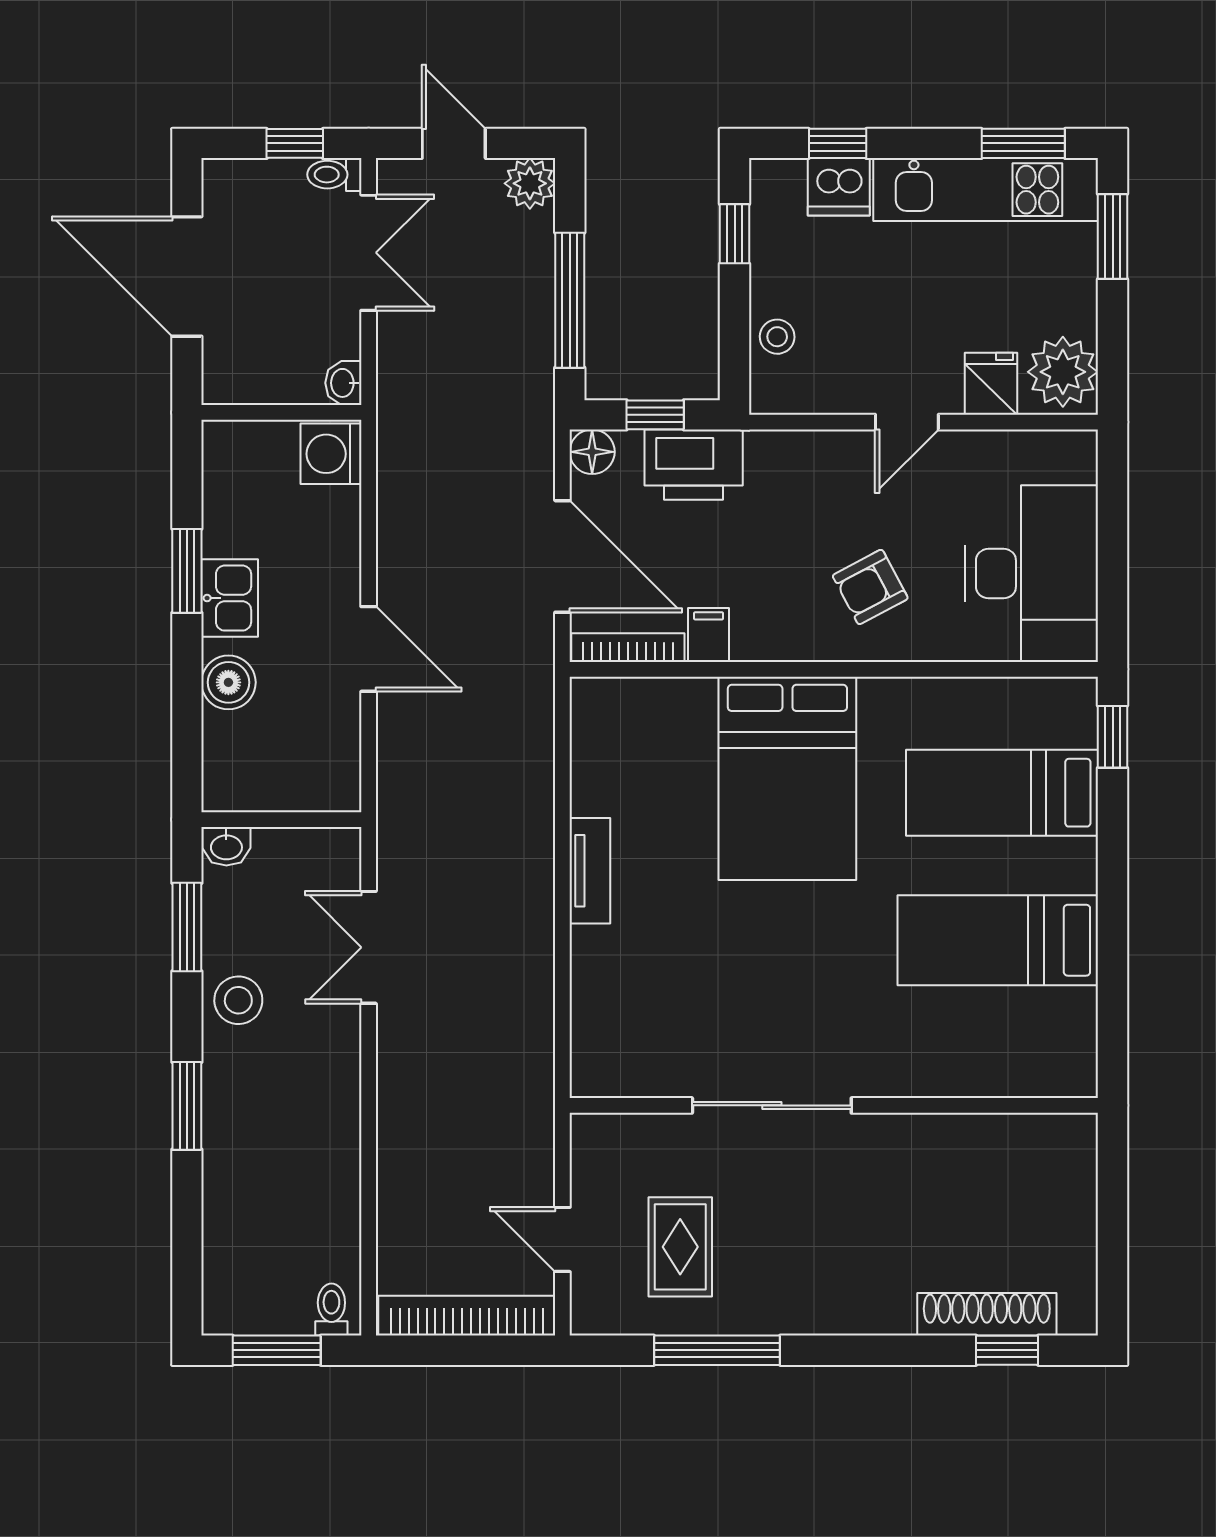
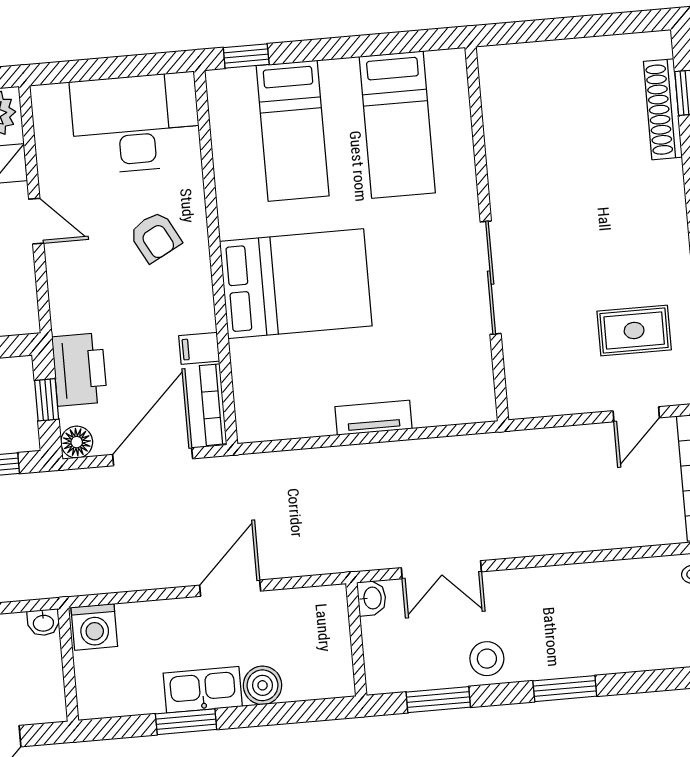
kitchen sink: (230, 598) -> (203, 690), width x1.38
washbasin: (226, 846) -> (372, 598), moved
sliding door: (772, 1105) -> (491, 278), moved
wall: (834, 1105) -> (487, 234), moved

